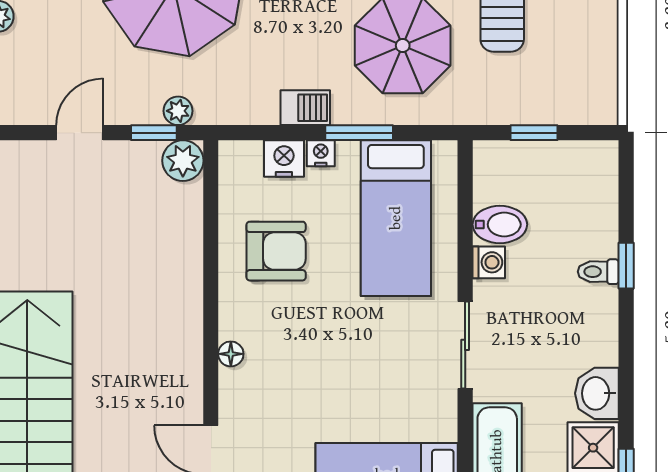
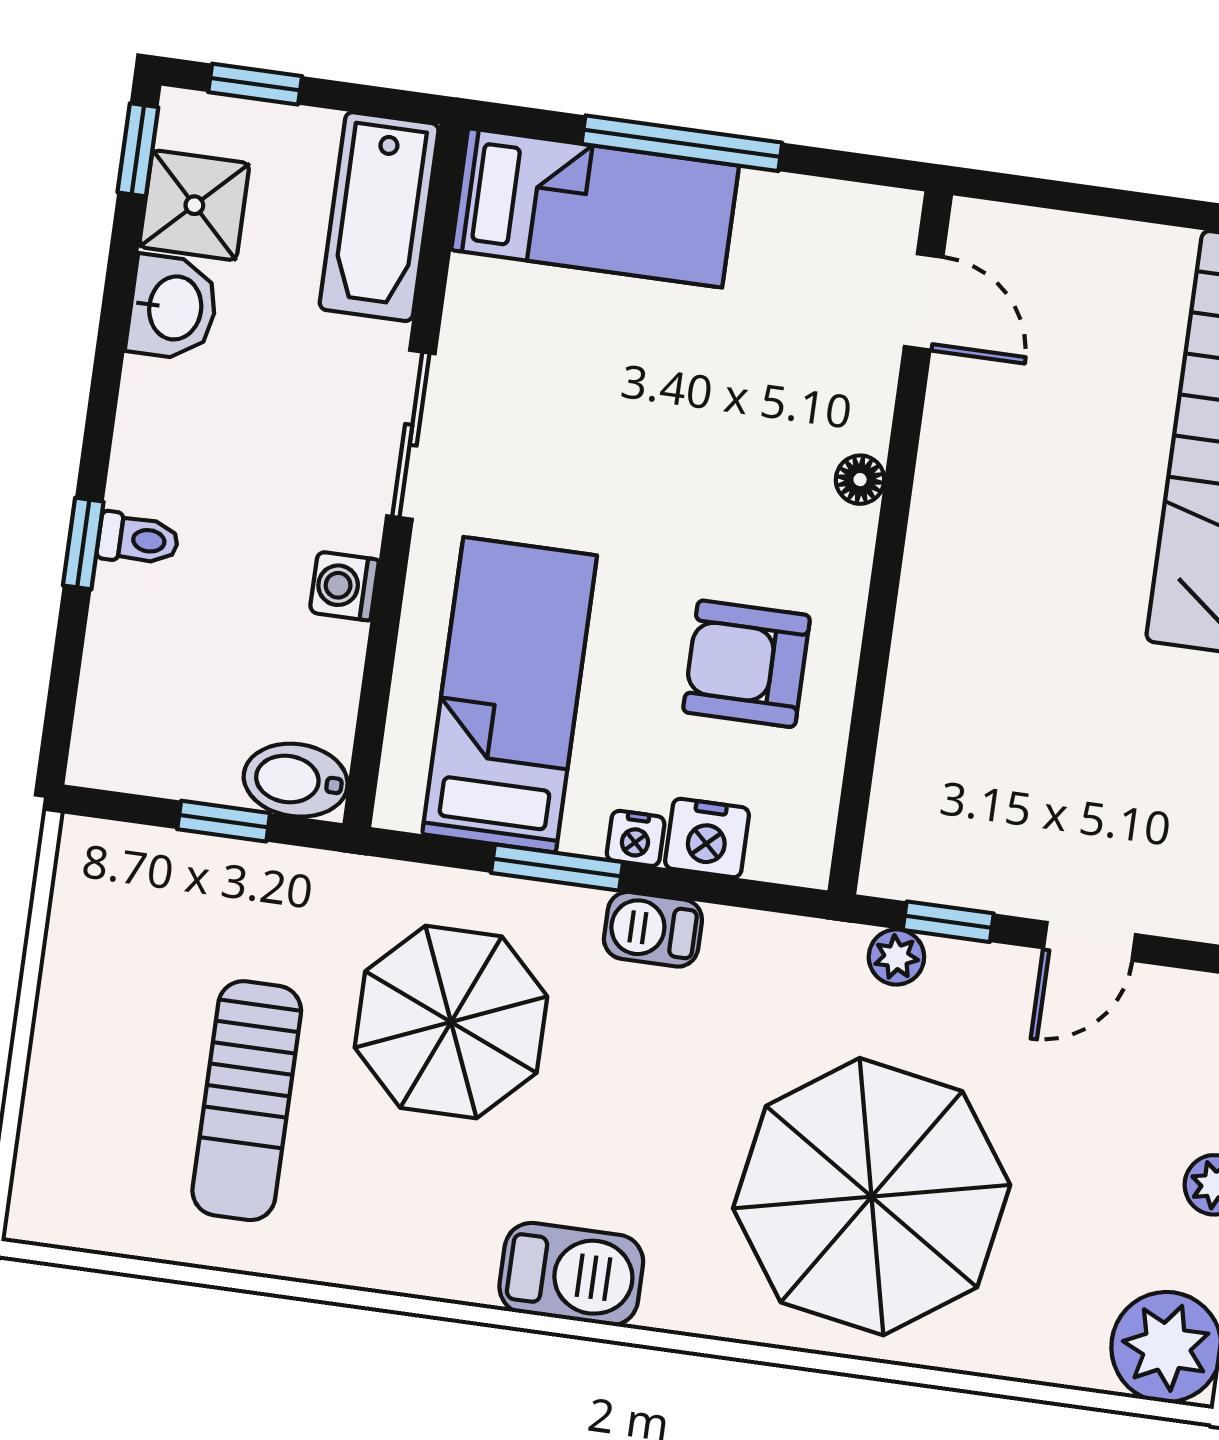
plant: (183, 161) -> (900, 861), removed
bidet: (500, 224) -> (296, 780), moved

